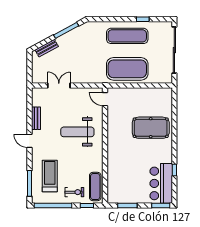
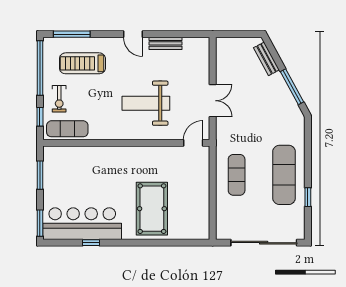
exercise mat: (127, 69) -> (237, 175), width x0.50, depth x0.69
double door: (59, 85) -> (213, 101), moved
weight bench: (77, 132) -> (146, 103), turned -90
door: (29, 141) -> (133, 34), swing flipped
treadmill: (50, 176) -> (82, 63), turned 180
bar counter: (161, 183) -> (82, 224), width x1.36

